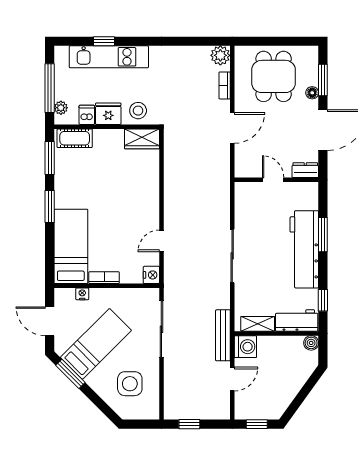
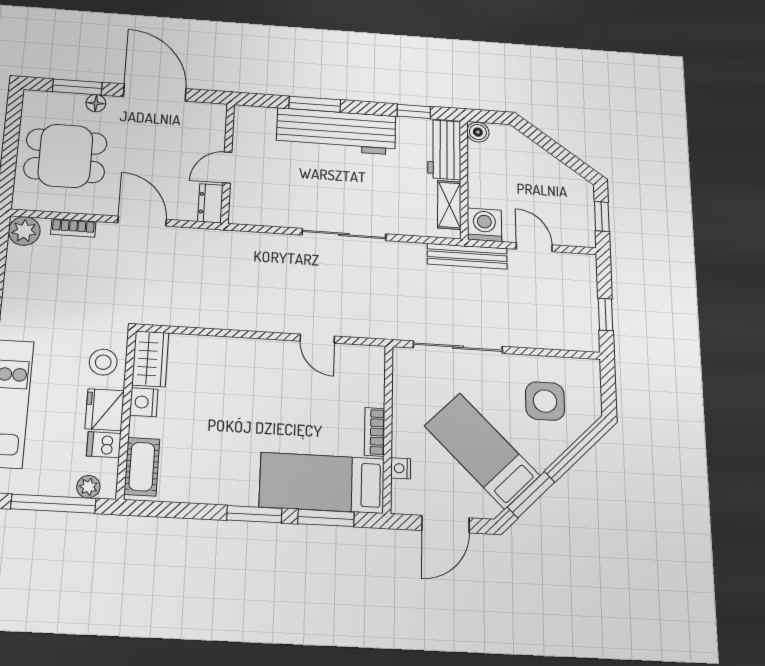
window: (50, 158) -> (326, 518), moved
dresser: (305, 170) -> (210, 203), moved
nightstand: (151, 275) -> (144, 402), moved, turned -90

